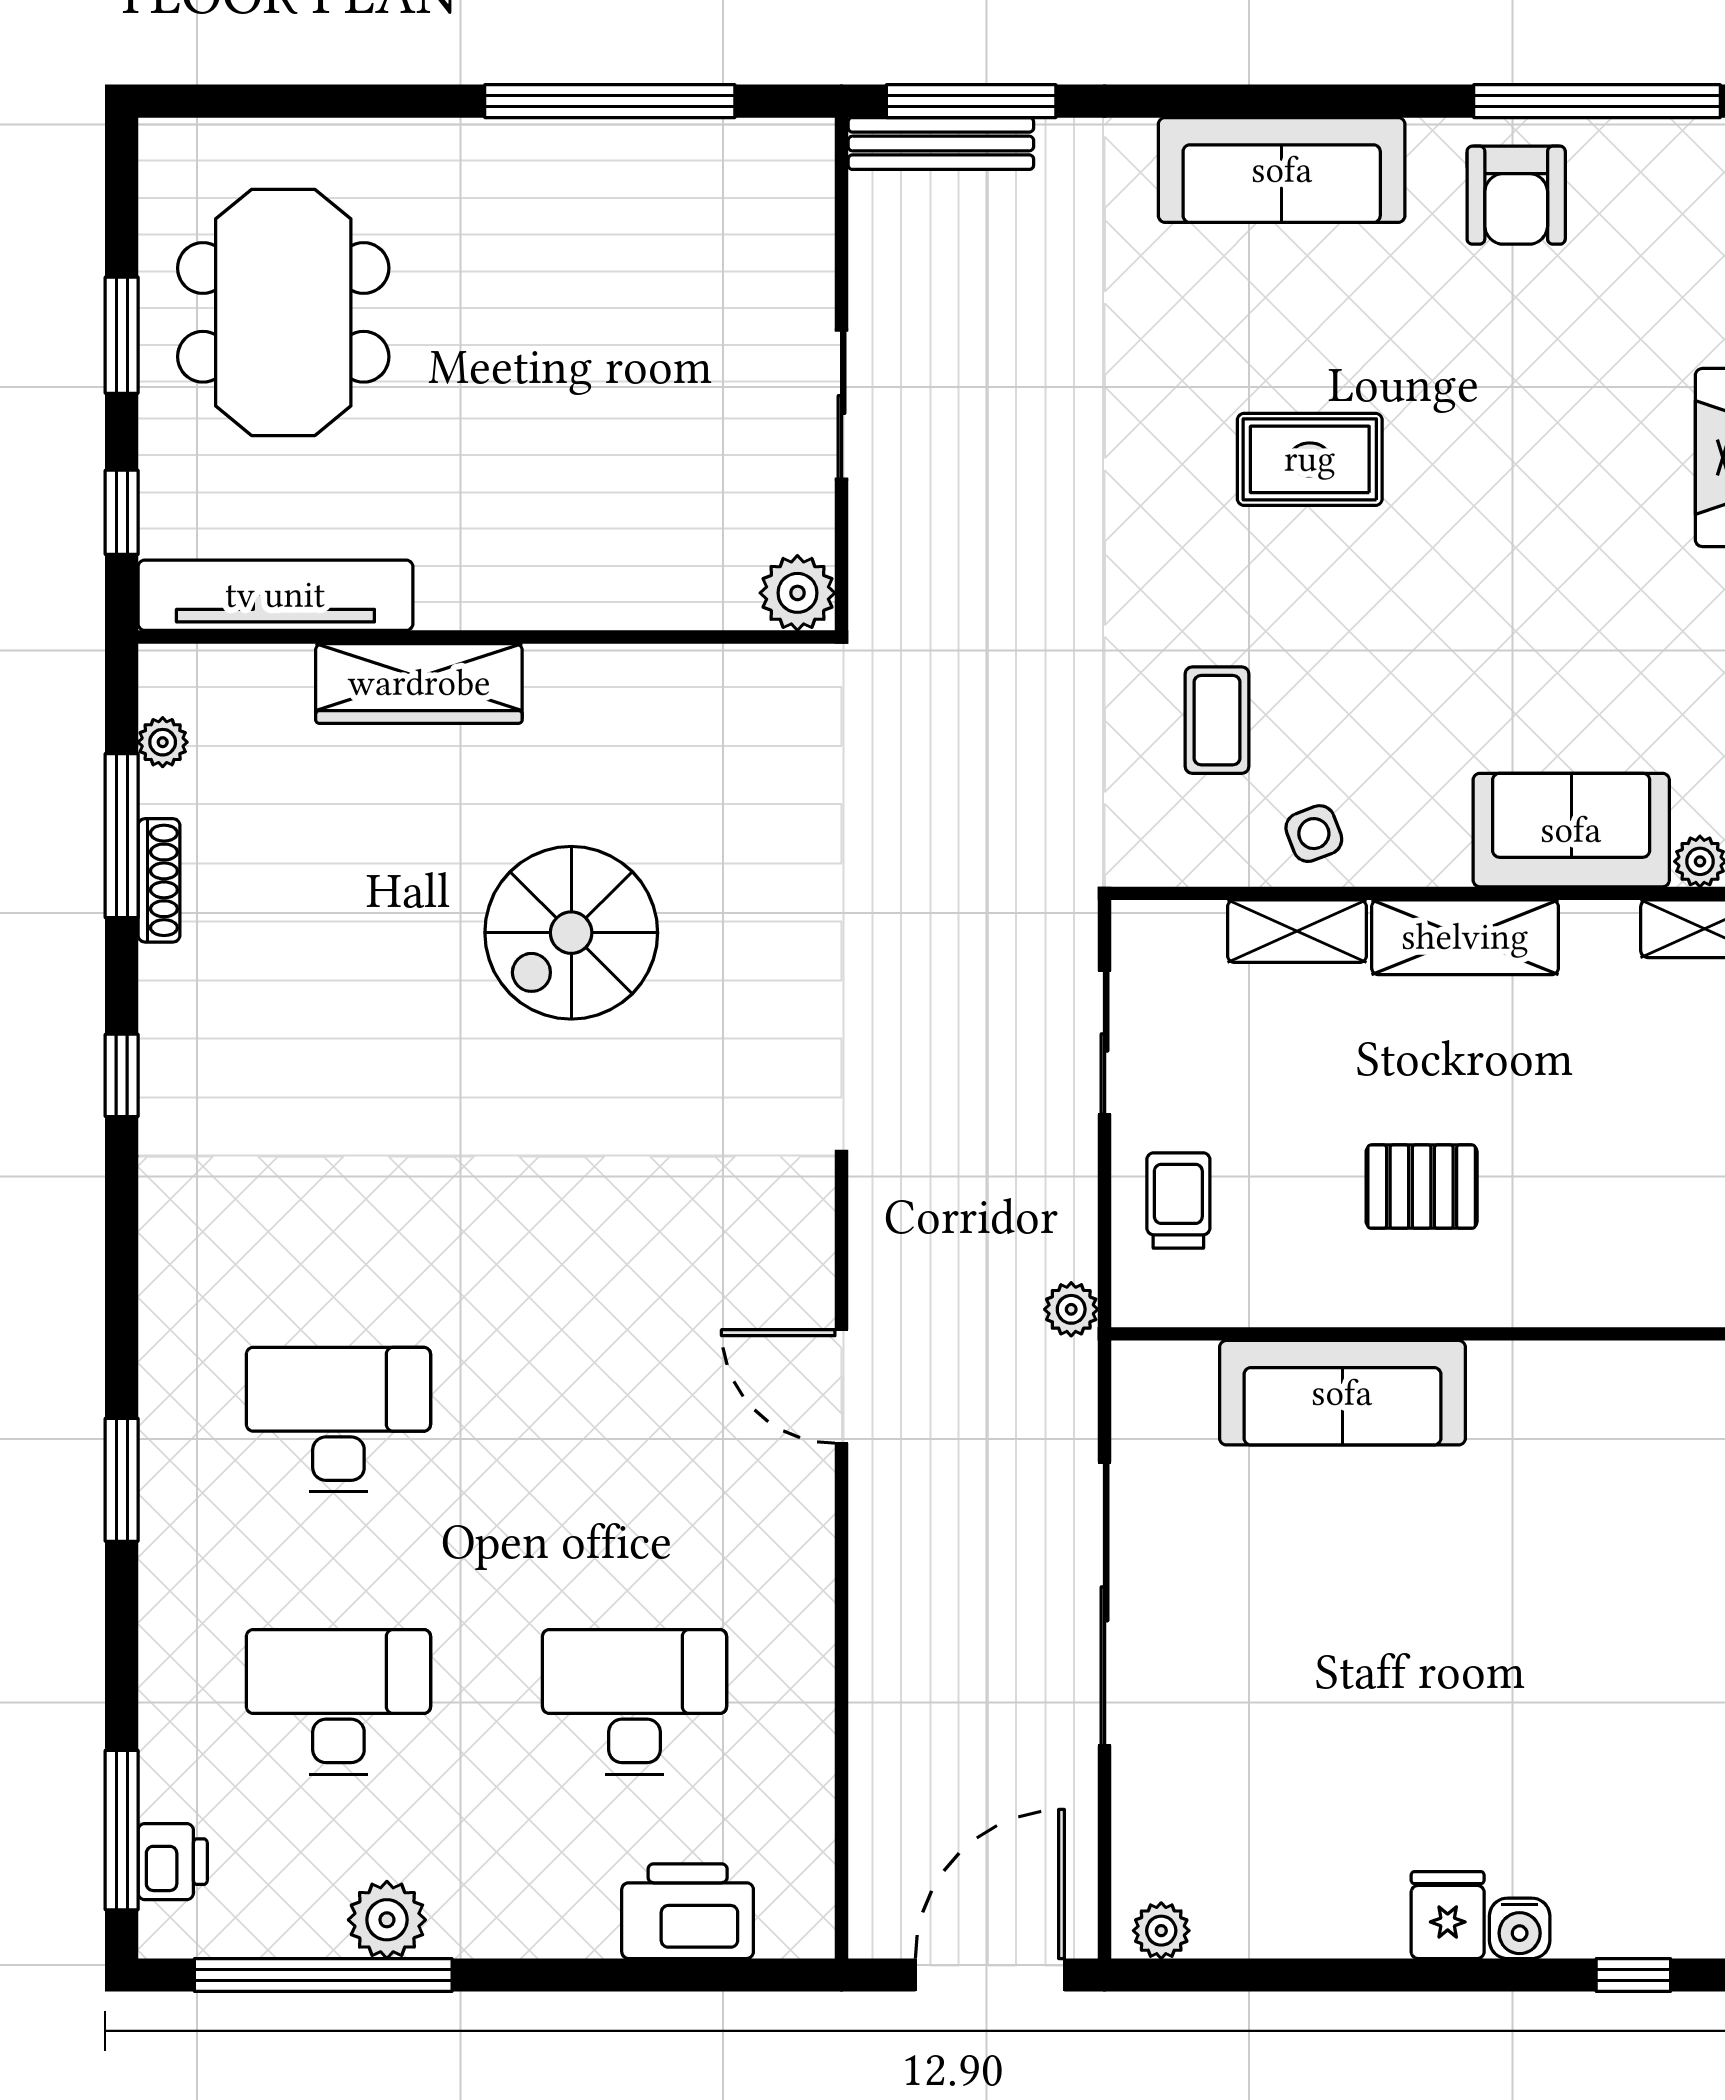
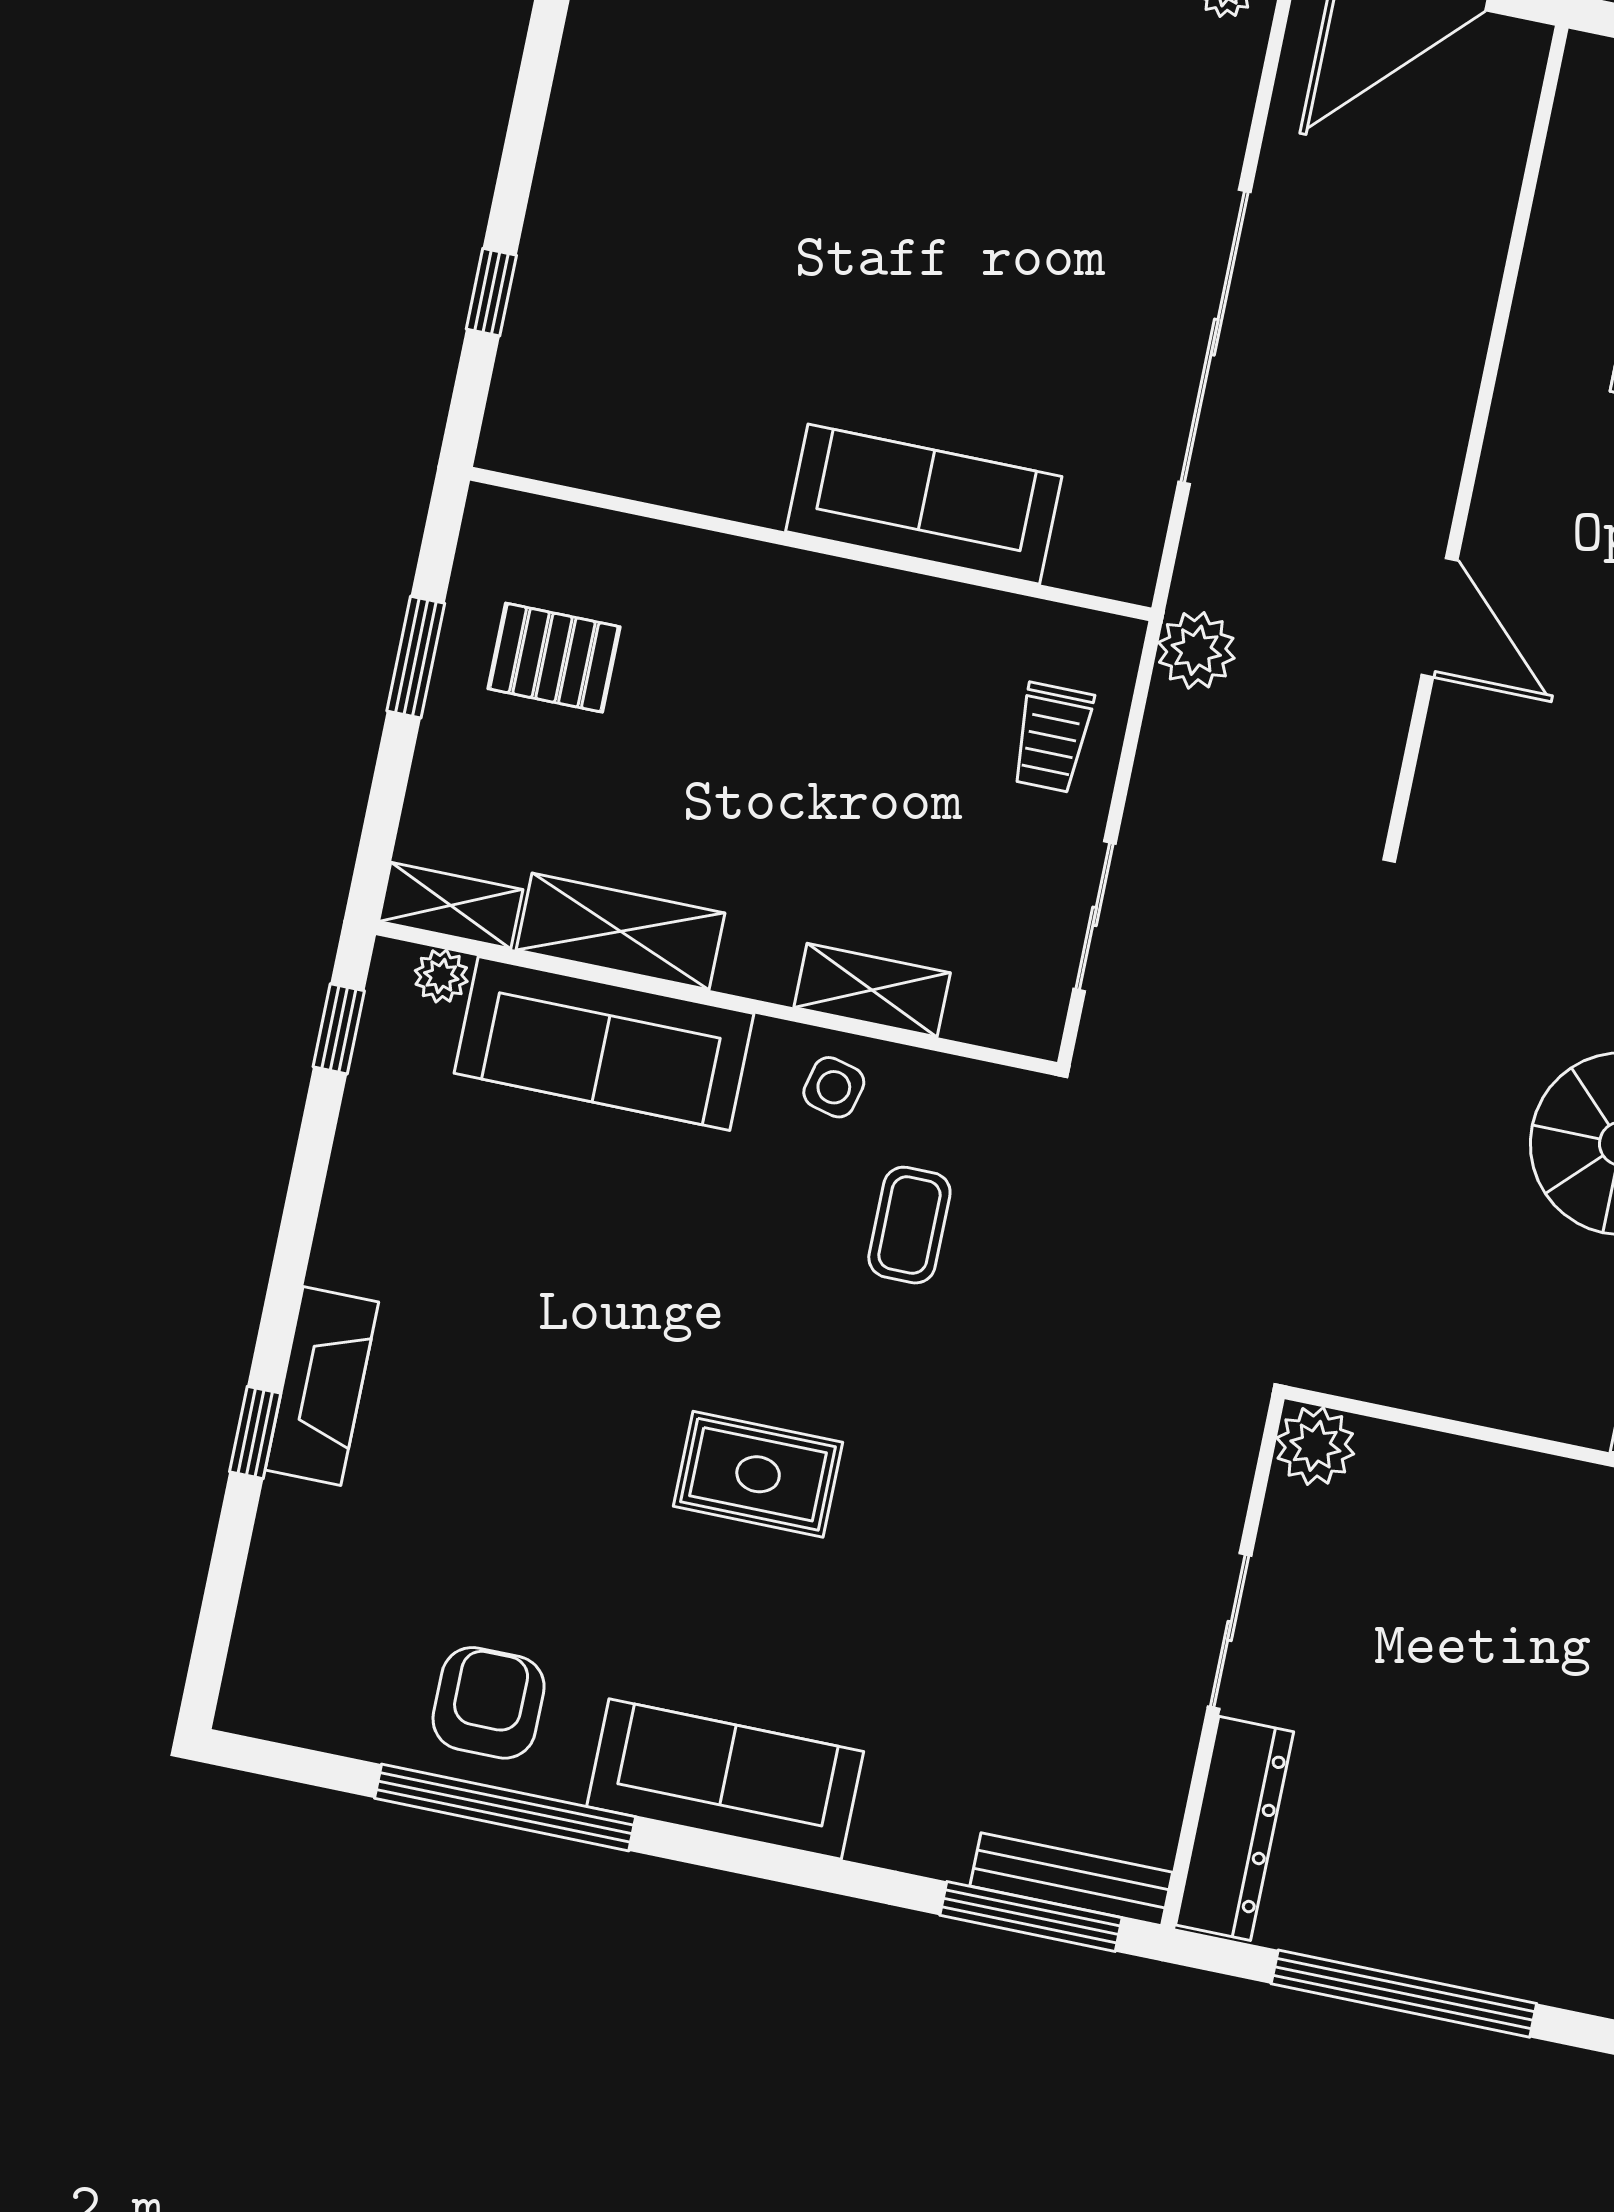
window: (1597, 101) -> (505, 1808), moved
dresser: (799, 222) -> (1235, 1828), added
sofa: (1571, 830) -> (604, 1043), width x1.36
side table: (1314, 834) -> (834, 1087), turned 35
shelving: (1465, 937) -> (620, 931), moved
pallet: (1422, 1187) -> (554, 658), moved
plant: (1071, 1309) -> (1196, 650), width x1.38, depth x1.38

